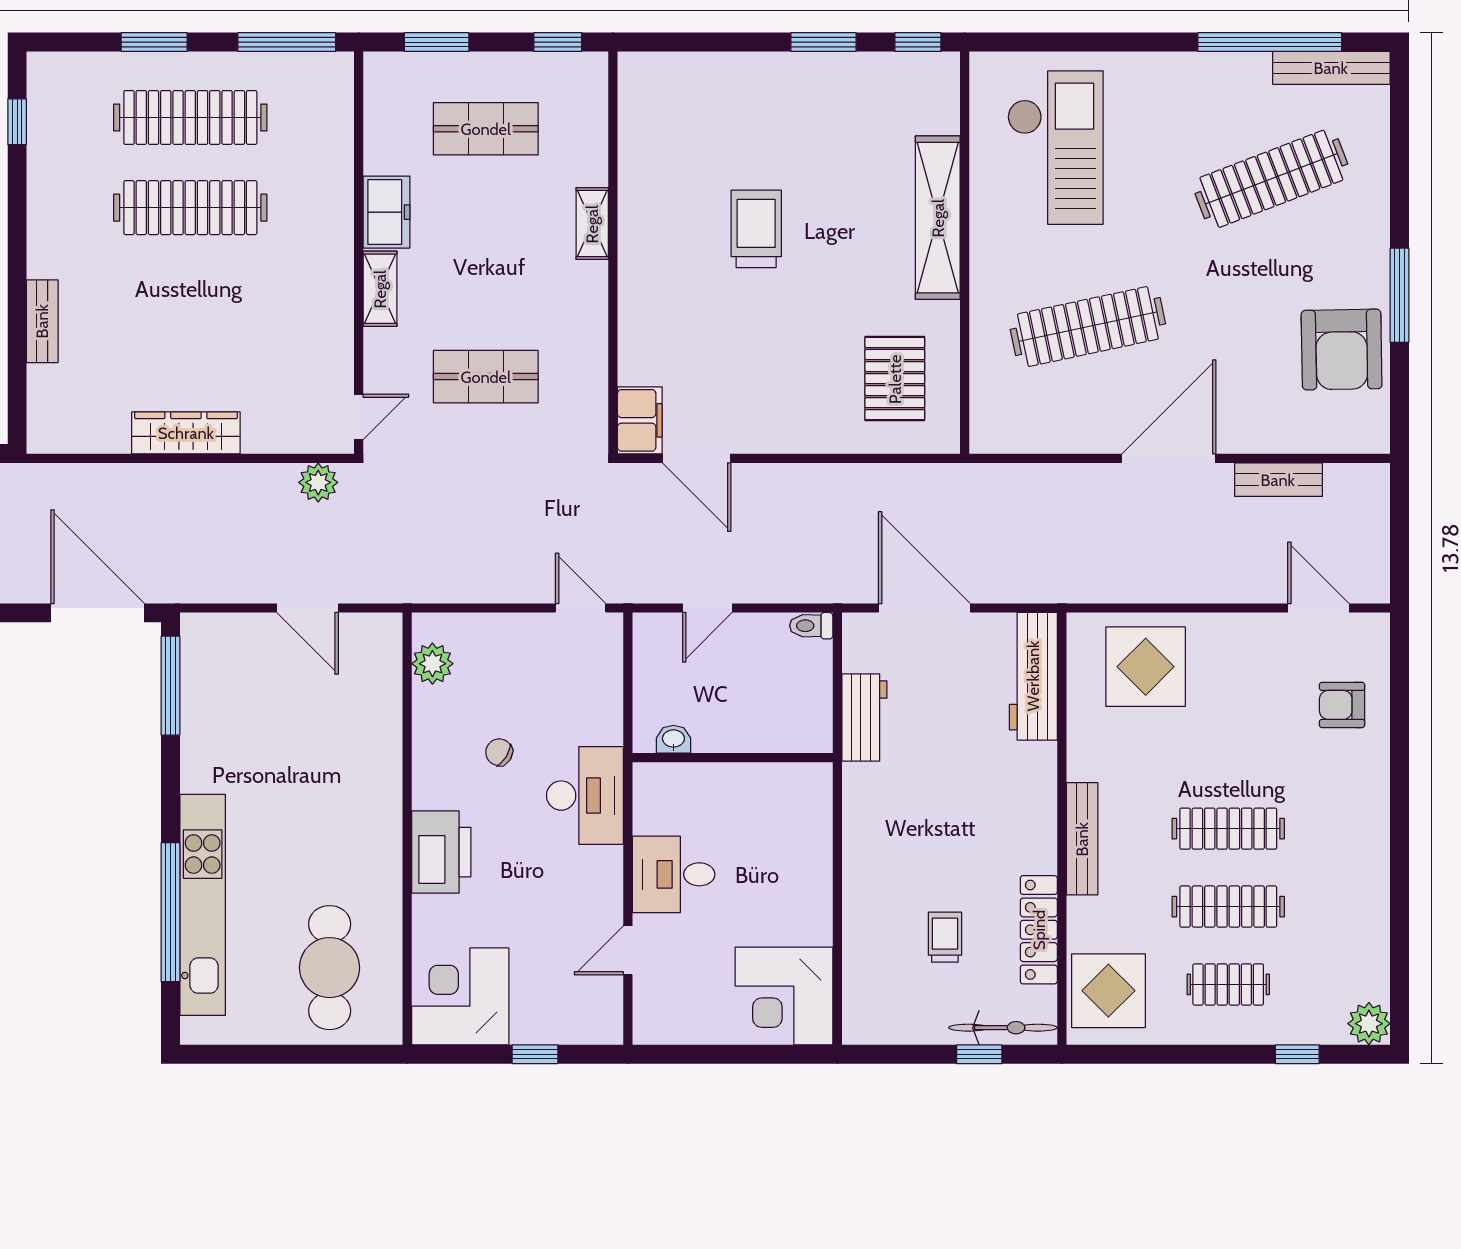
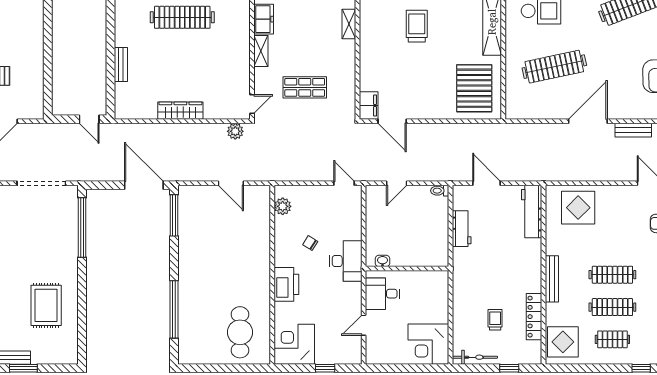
pallet: (895, 379) -> (474, 88), width x1.37, depth x1.41
door: (924, 608) -> (487, 183), width x0.73
washbasin: (673, 739) -> (383, 261), moved
wall: (733, 758) -> (407, 269), moved
kitchen unit: (203, 905) -> (187, 306), removed
bicycle: (1003, 1028) -> (475, 357), moved

